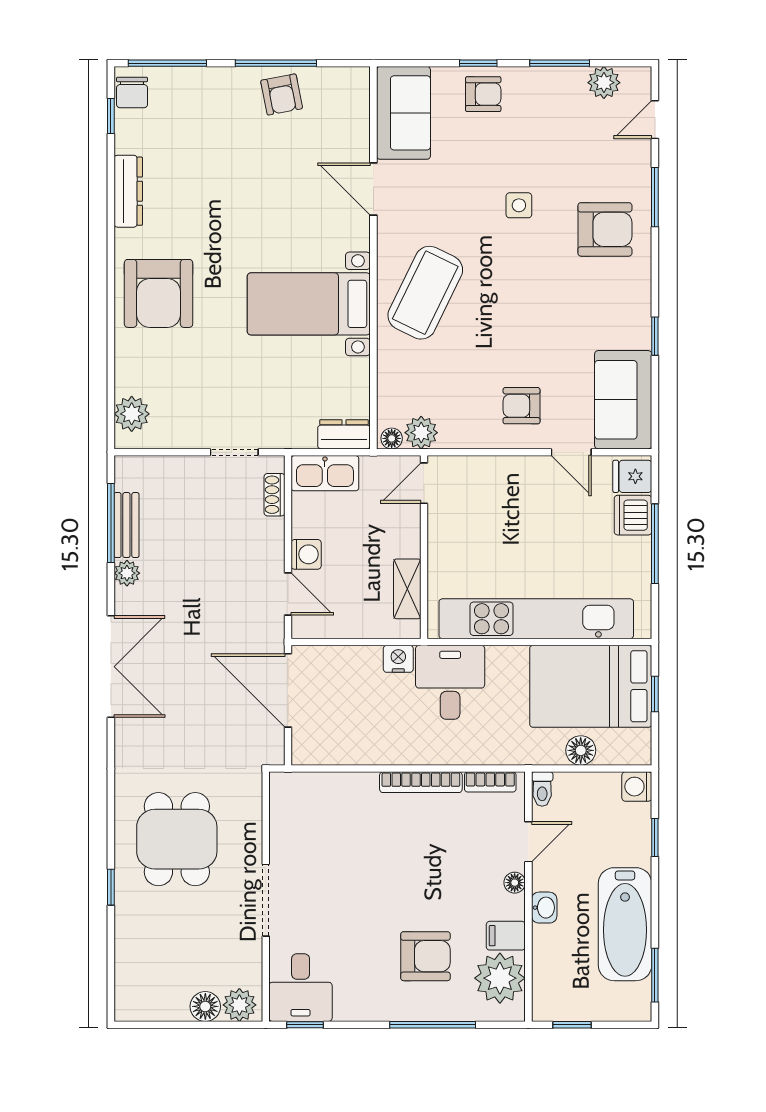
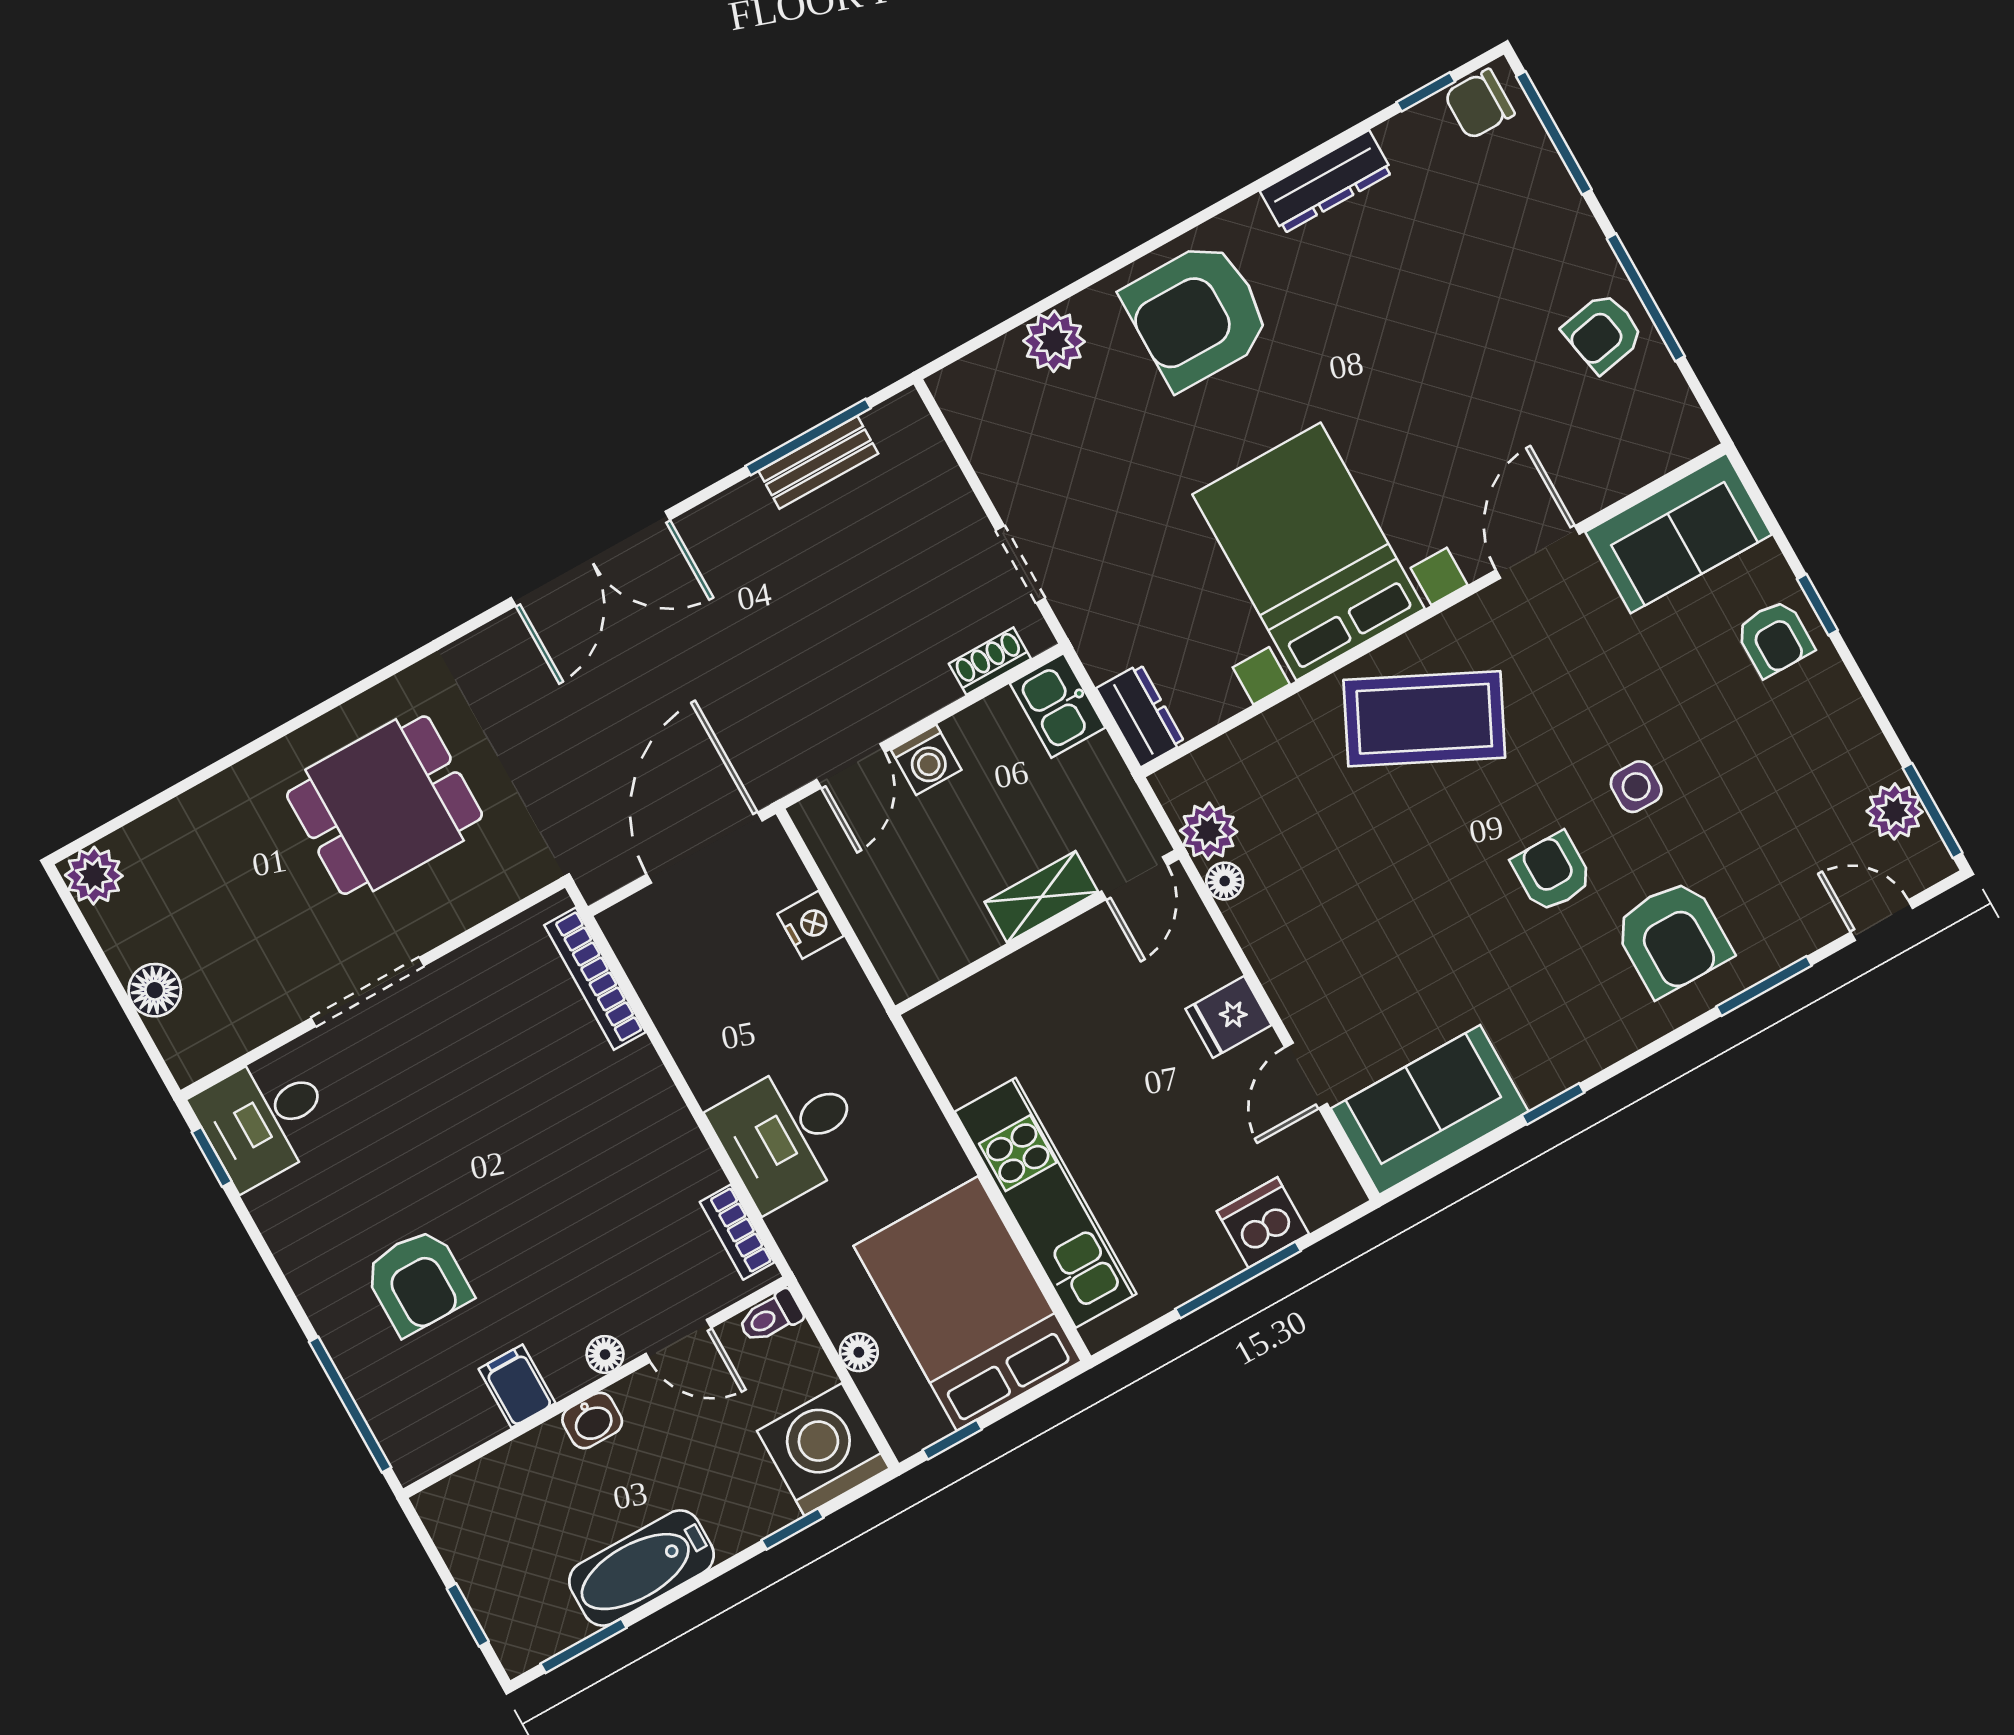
window: (560, 63) -> (1933, 811), moved
bed with nightstands: (309, 304) -> (1308, 552), width x1.36
armchair: (522, 406) -> (1552, 872), moved
plant: (132, 414) -> (1054, 341), moved
floor lamp: (392, 438) -> (1225, 881), moved
kitchen sink: (325, 473) -> (1057, 706), width x0.73
fridge: (632, 476) -> (1229, 1017), moved, turned -90
door: (424, 483) -> (1134, 878), swing flipped
plant: (127, 573) -> (746, 504), removed
shelving: (407, 589) -> (1041, 897), moved
kitchen unit: (536, 619) -> (1046, 1203), width x0.73
nightstand: (398, 659) -> (810, 925), moved
desk: (450, 682) -> (789, 1133), moved, turned 180
window: (655, 694) -> (952, 1440), moved
floor lamp: (581, 750) -> (859, 1352), width x0.73, depth x0.73
bookcase: (421, 782) -> (595, 979), moved
washing machine: (637, 787) -> (823, 1450), width x1.89, depth x1.89
window: (111, 887) -> (256, 746), removed
bathtub: (625, 924) -> (641, 1568), width x0.73, depth x0.73
plant: (500, 978) -> (448, 1413), removed
plant: (239, 1005) -> (94, 876), moved
window: (433, 1025) -> (350, 1405), moved
window: (572, 1025) -> (468, 1615), moved

